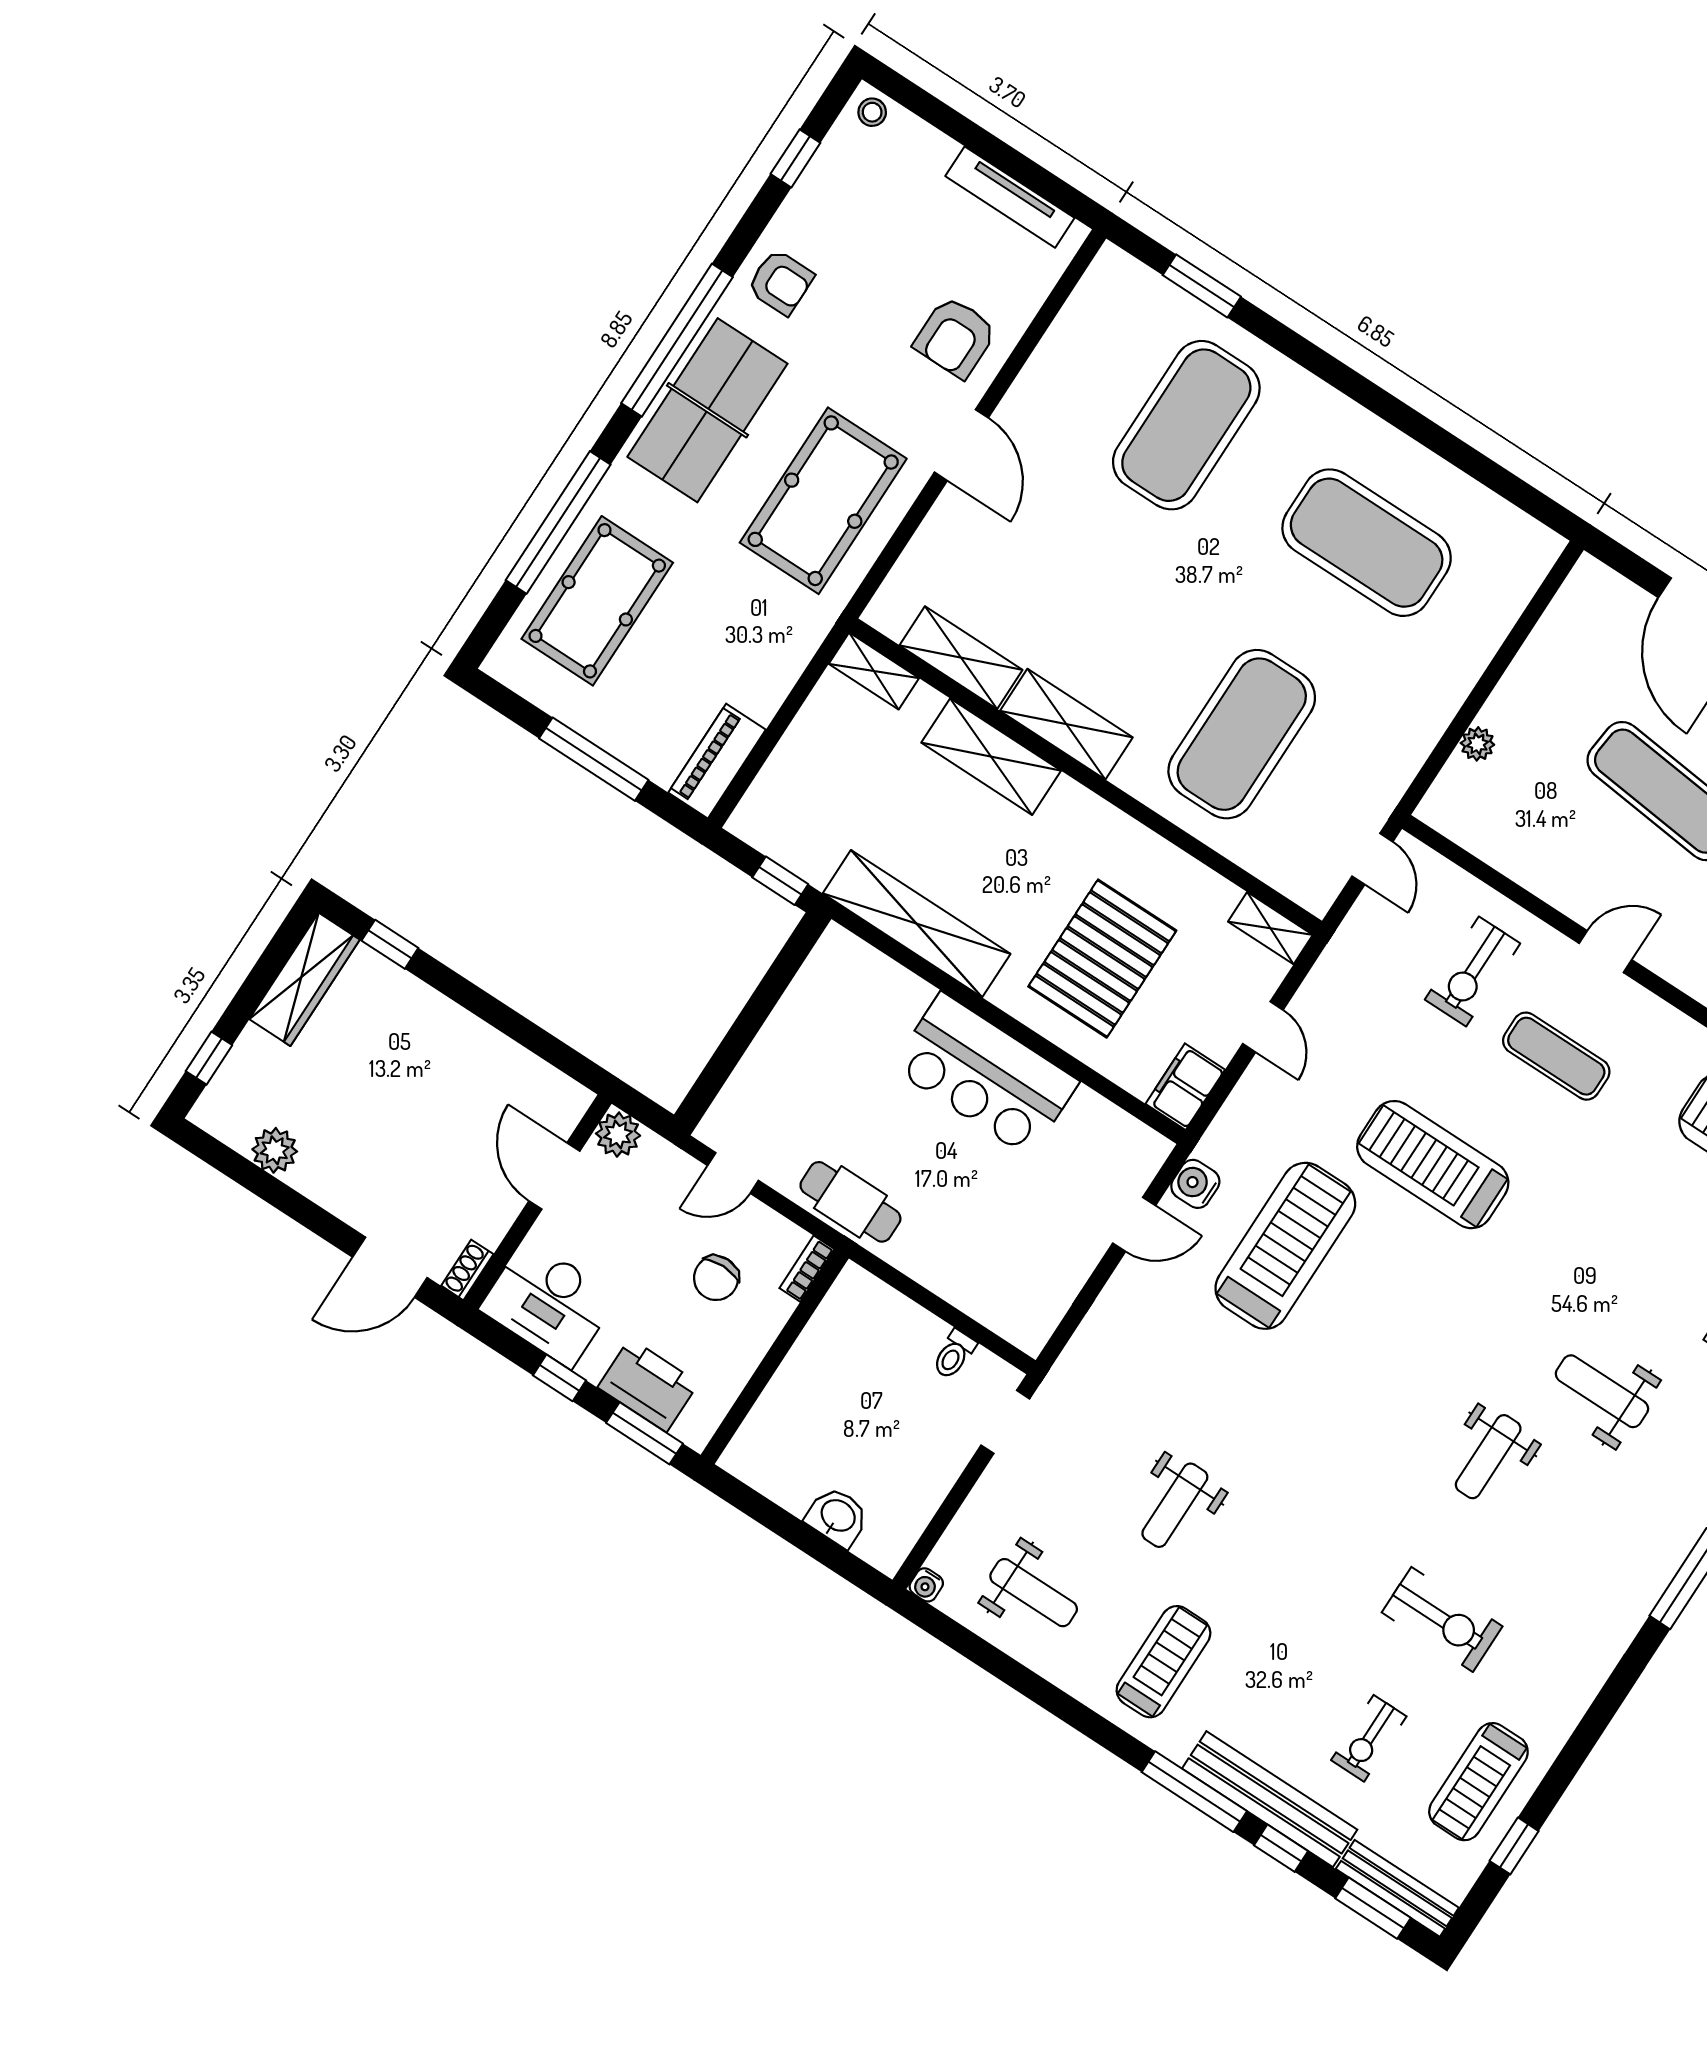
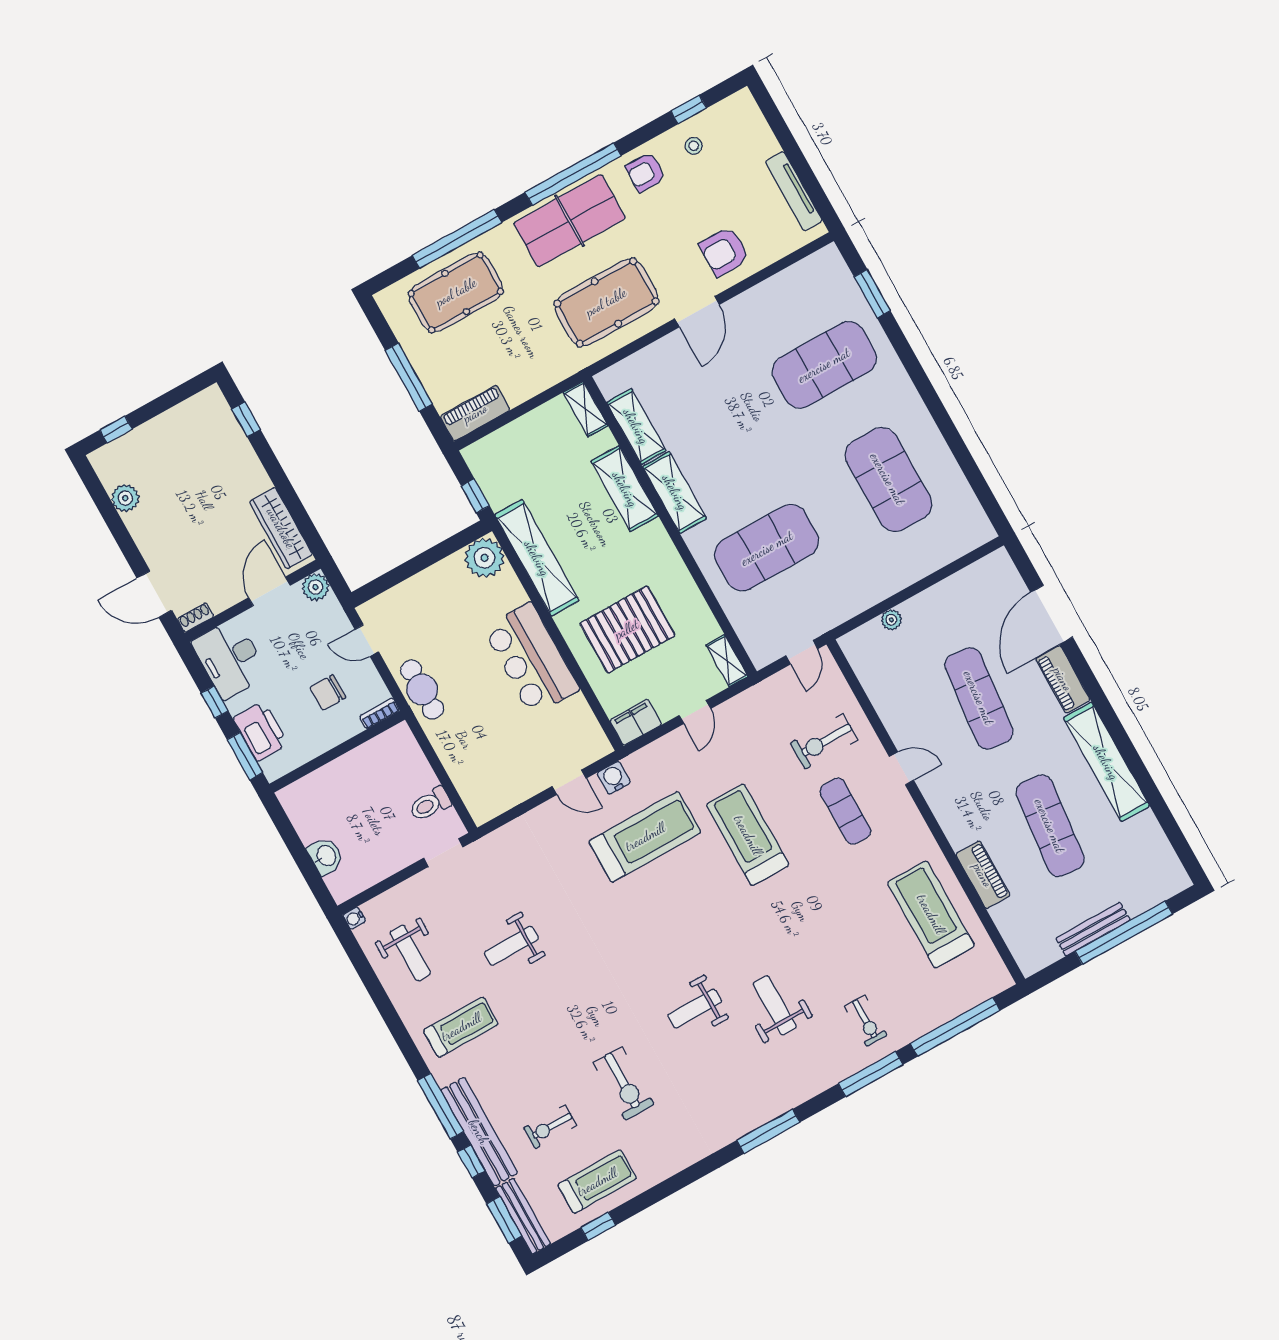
stool: (872, 112) -> (694, 146), moved
armchair: (781, 282) -> (645, 172), turned 90
plant: (841, 964) -> (484, 558), added
wardrobe: (304, 979) -> (281, 528), moved, turned 90
toilet: (954, 1354) -> (430, 804), width x1.37, depth x1.39
treadmill: (1478, 1782) -> (597, 1182), turned 180

